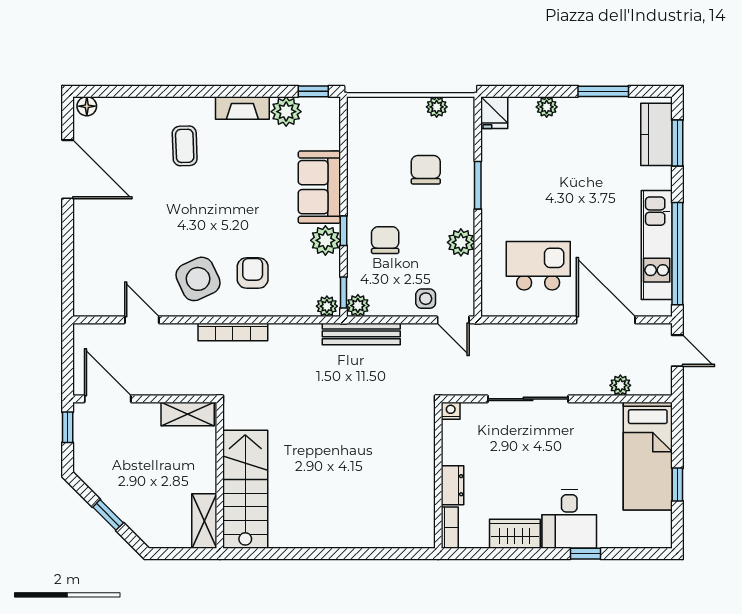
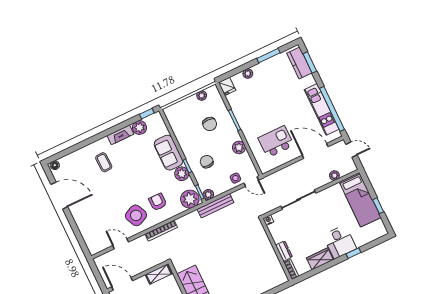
chair: (426, 170) -> (210, 124), turned 180
plant: (327, 306) -> (190, 199), width x1.87, depth x1.87

